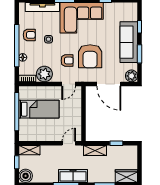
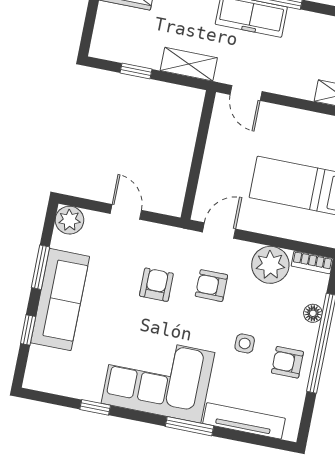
armchair: (90, 56) -> (156, 285), width x0.53, depth x0.53
door: (109, 84) -> (126, 212), width x0.53
door: (69, 143) -> (246, 93), hinge flipped

